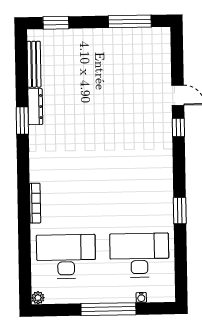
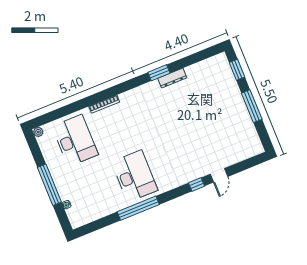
window: (130, 21) -> (252, 106), moved
bench: (34, 64) -> (202, 66), removed
window: (180, 211) -> (138, 208), width x2.11
desk: (139, 255) -> (135, 176), moved

